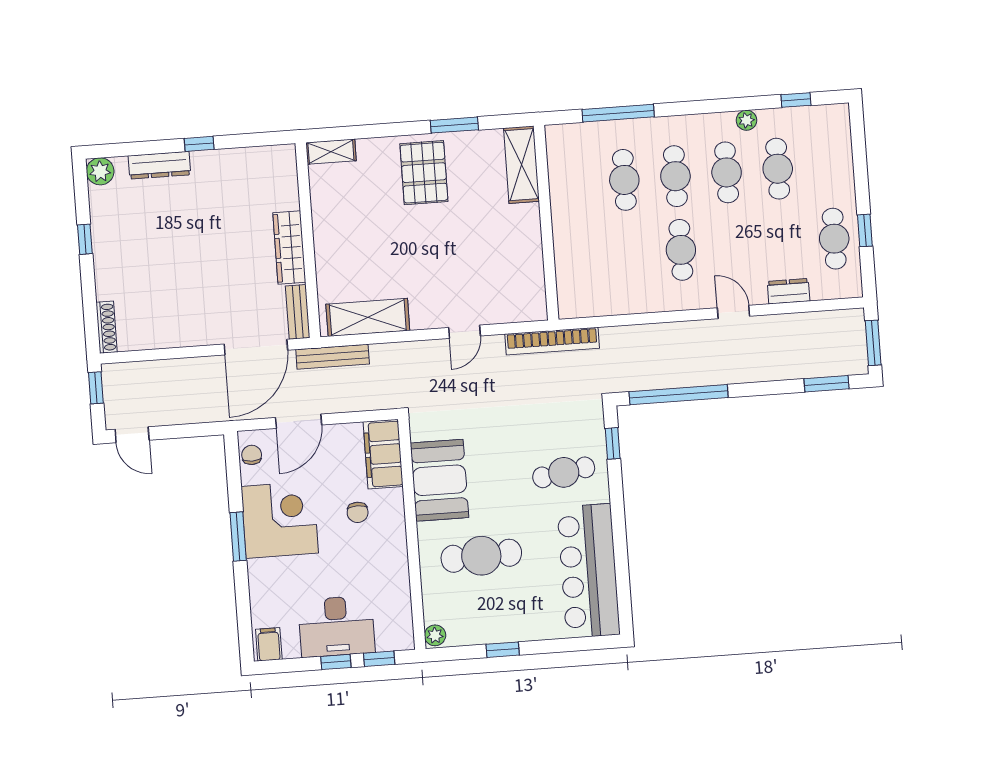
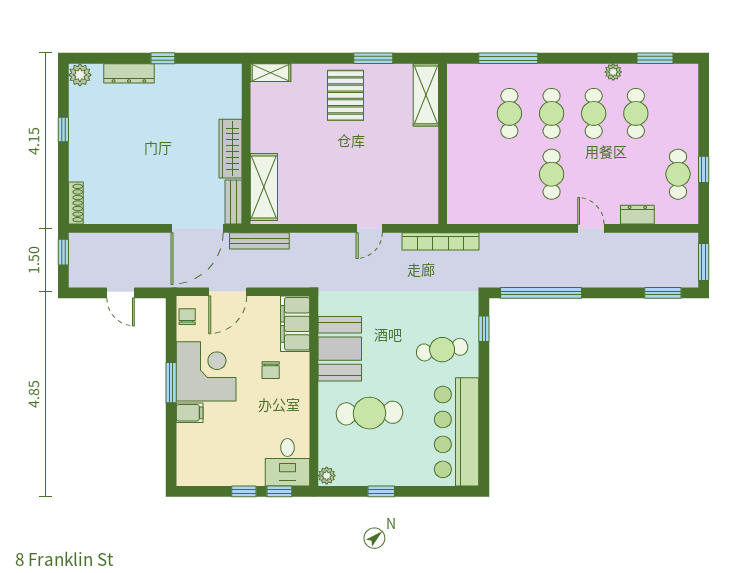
window: (796, 100) -> (655, 58), width x1.50
shelving: (368, 317) -> (264, 187), moved, turned 90
door: (132, 435) -> (121, 293), moved
desk: (337, 626) -> (287, 462), moved, width x0.73
filing cabinet: (269, 644) -> (190, 413), moved, turned 90

